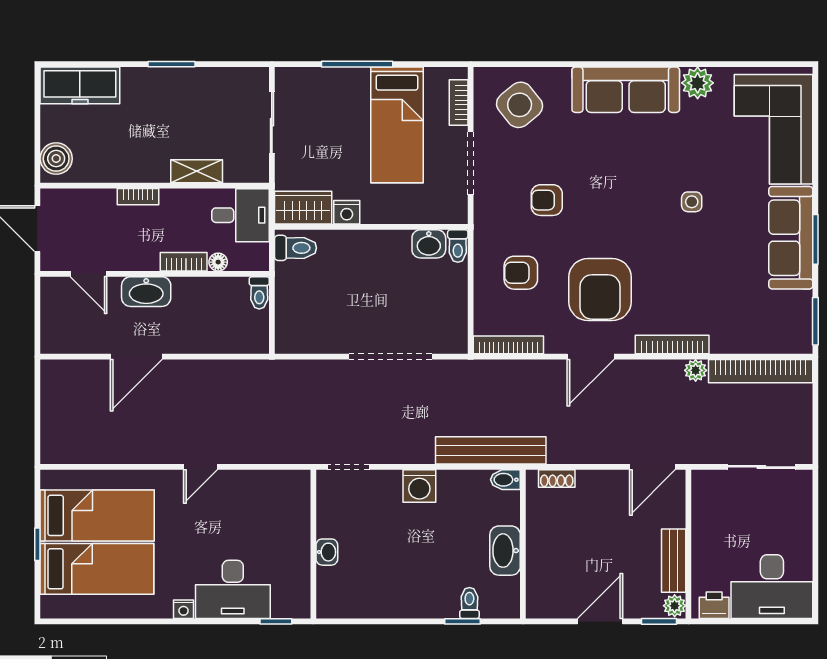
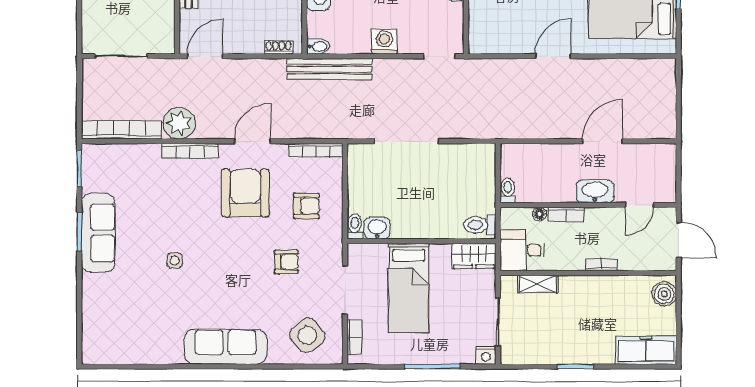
plant: (698, 83) -> (170, 352), removed
bed: (397, 125) -> (409, 288), moved, turned 180
corner sofa: (773, 129) -> (112, 316), removed
shelving: (197, 171) -> (538, 284), moved
nightstand: (347, 212) -> (486, 355), moved, turned 180
door: (88, 274) -> (639, 205), swing flipped
plant: (696, 370) -> (179, 123), width x1.88, depth x1.88
door: (201, 467) -> (553, 56), width x1.38

